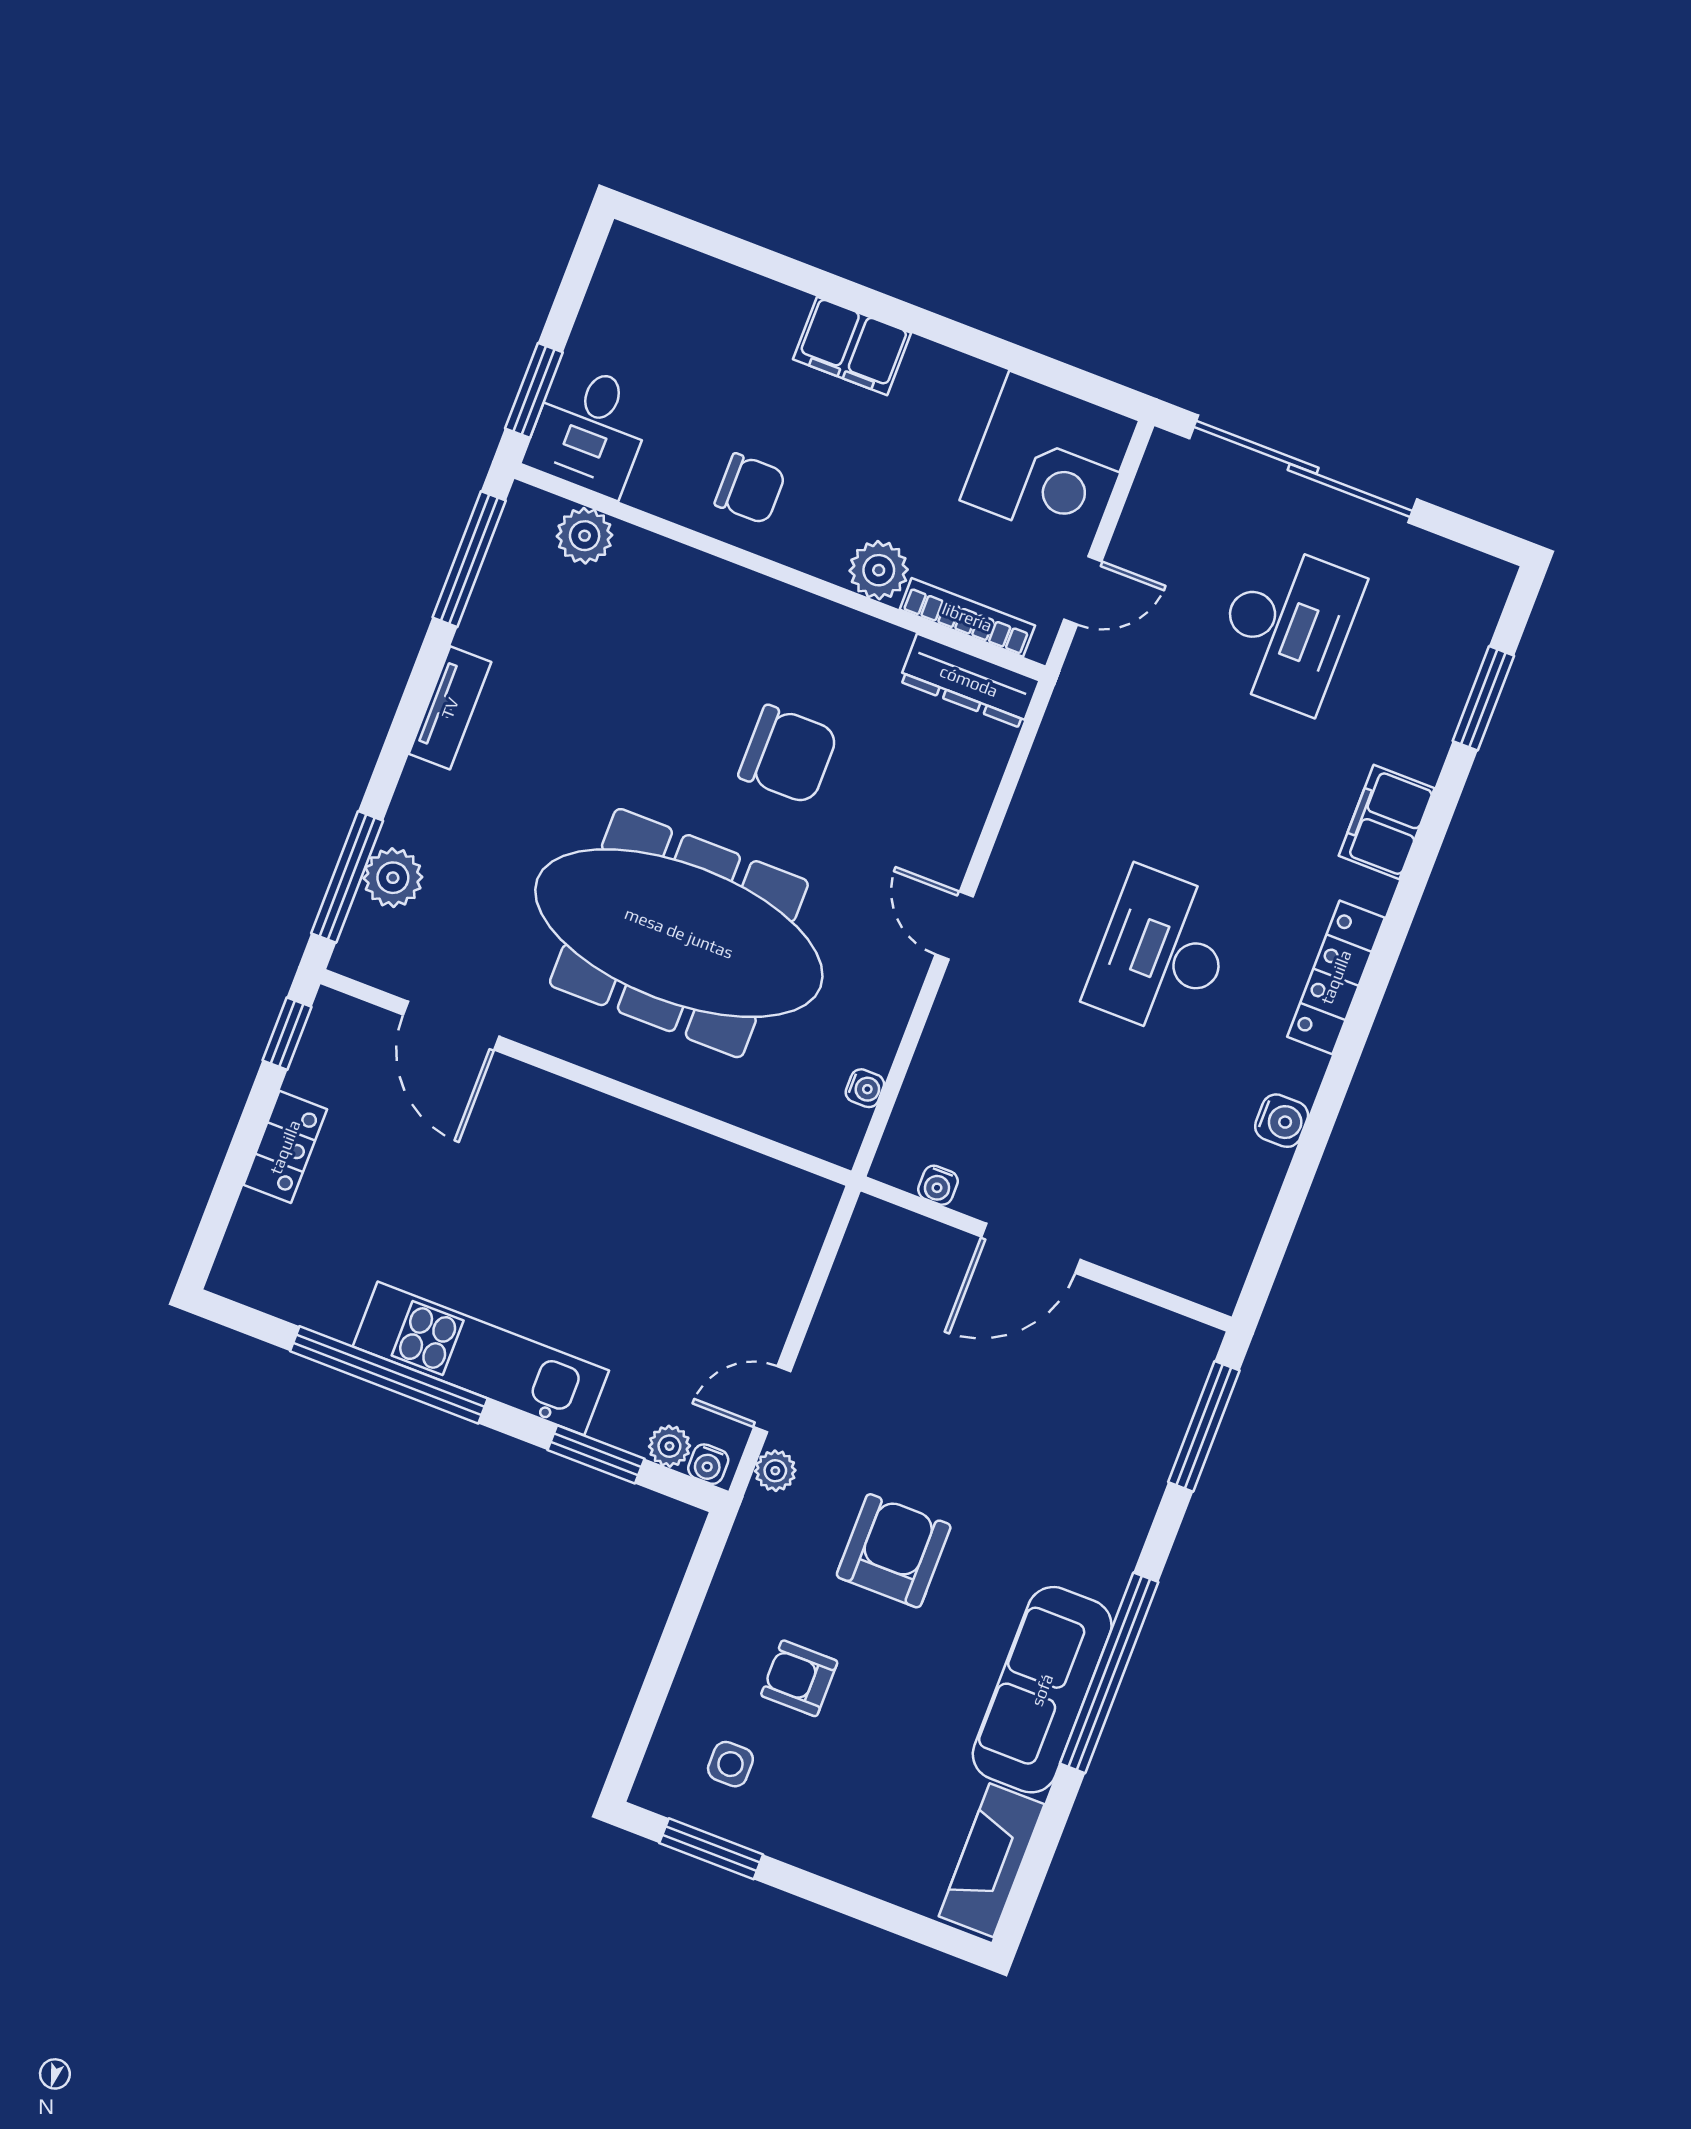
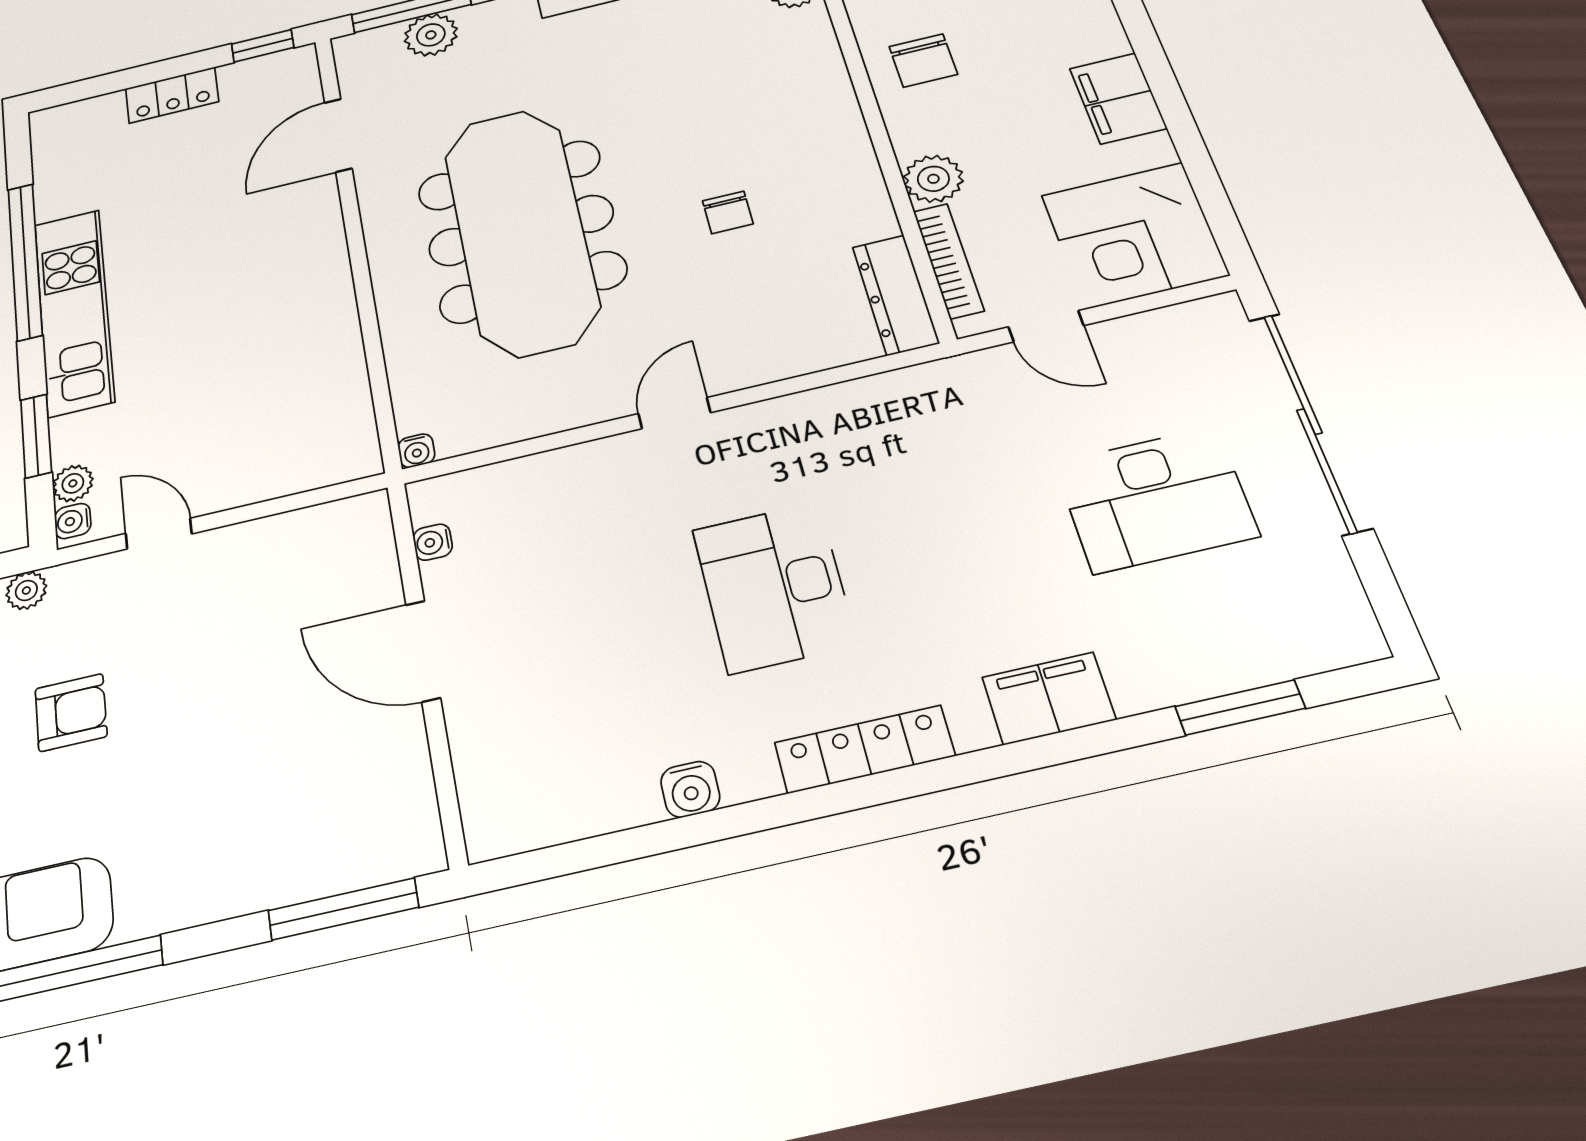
filing cabinet: (852, 346) -> (1118, 98), moved
chair: (788, 754) -> (728, 212), width x0.54, depth x0.54
desk: (1162, 953) -> (774, 587), turned -90
water cooler: (865, 1088) -> (416, 451), moved
plant: (775, 1471) -> (26, 590), moved
armchair: (894, 1551) -> (71, 712), width x0.72, depth x0.72

